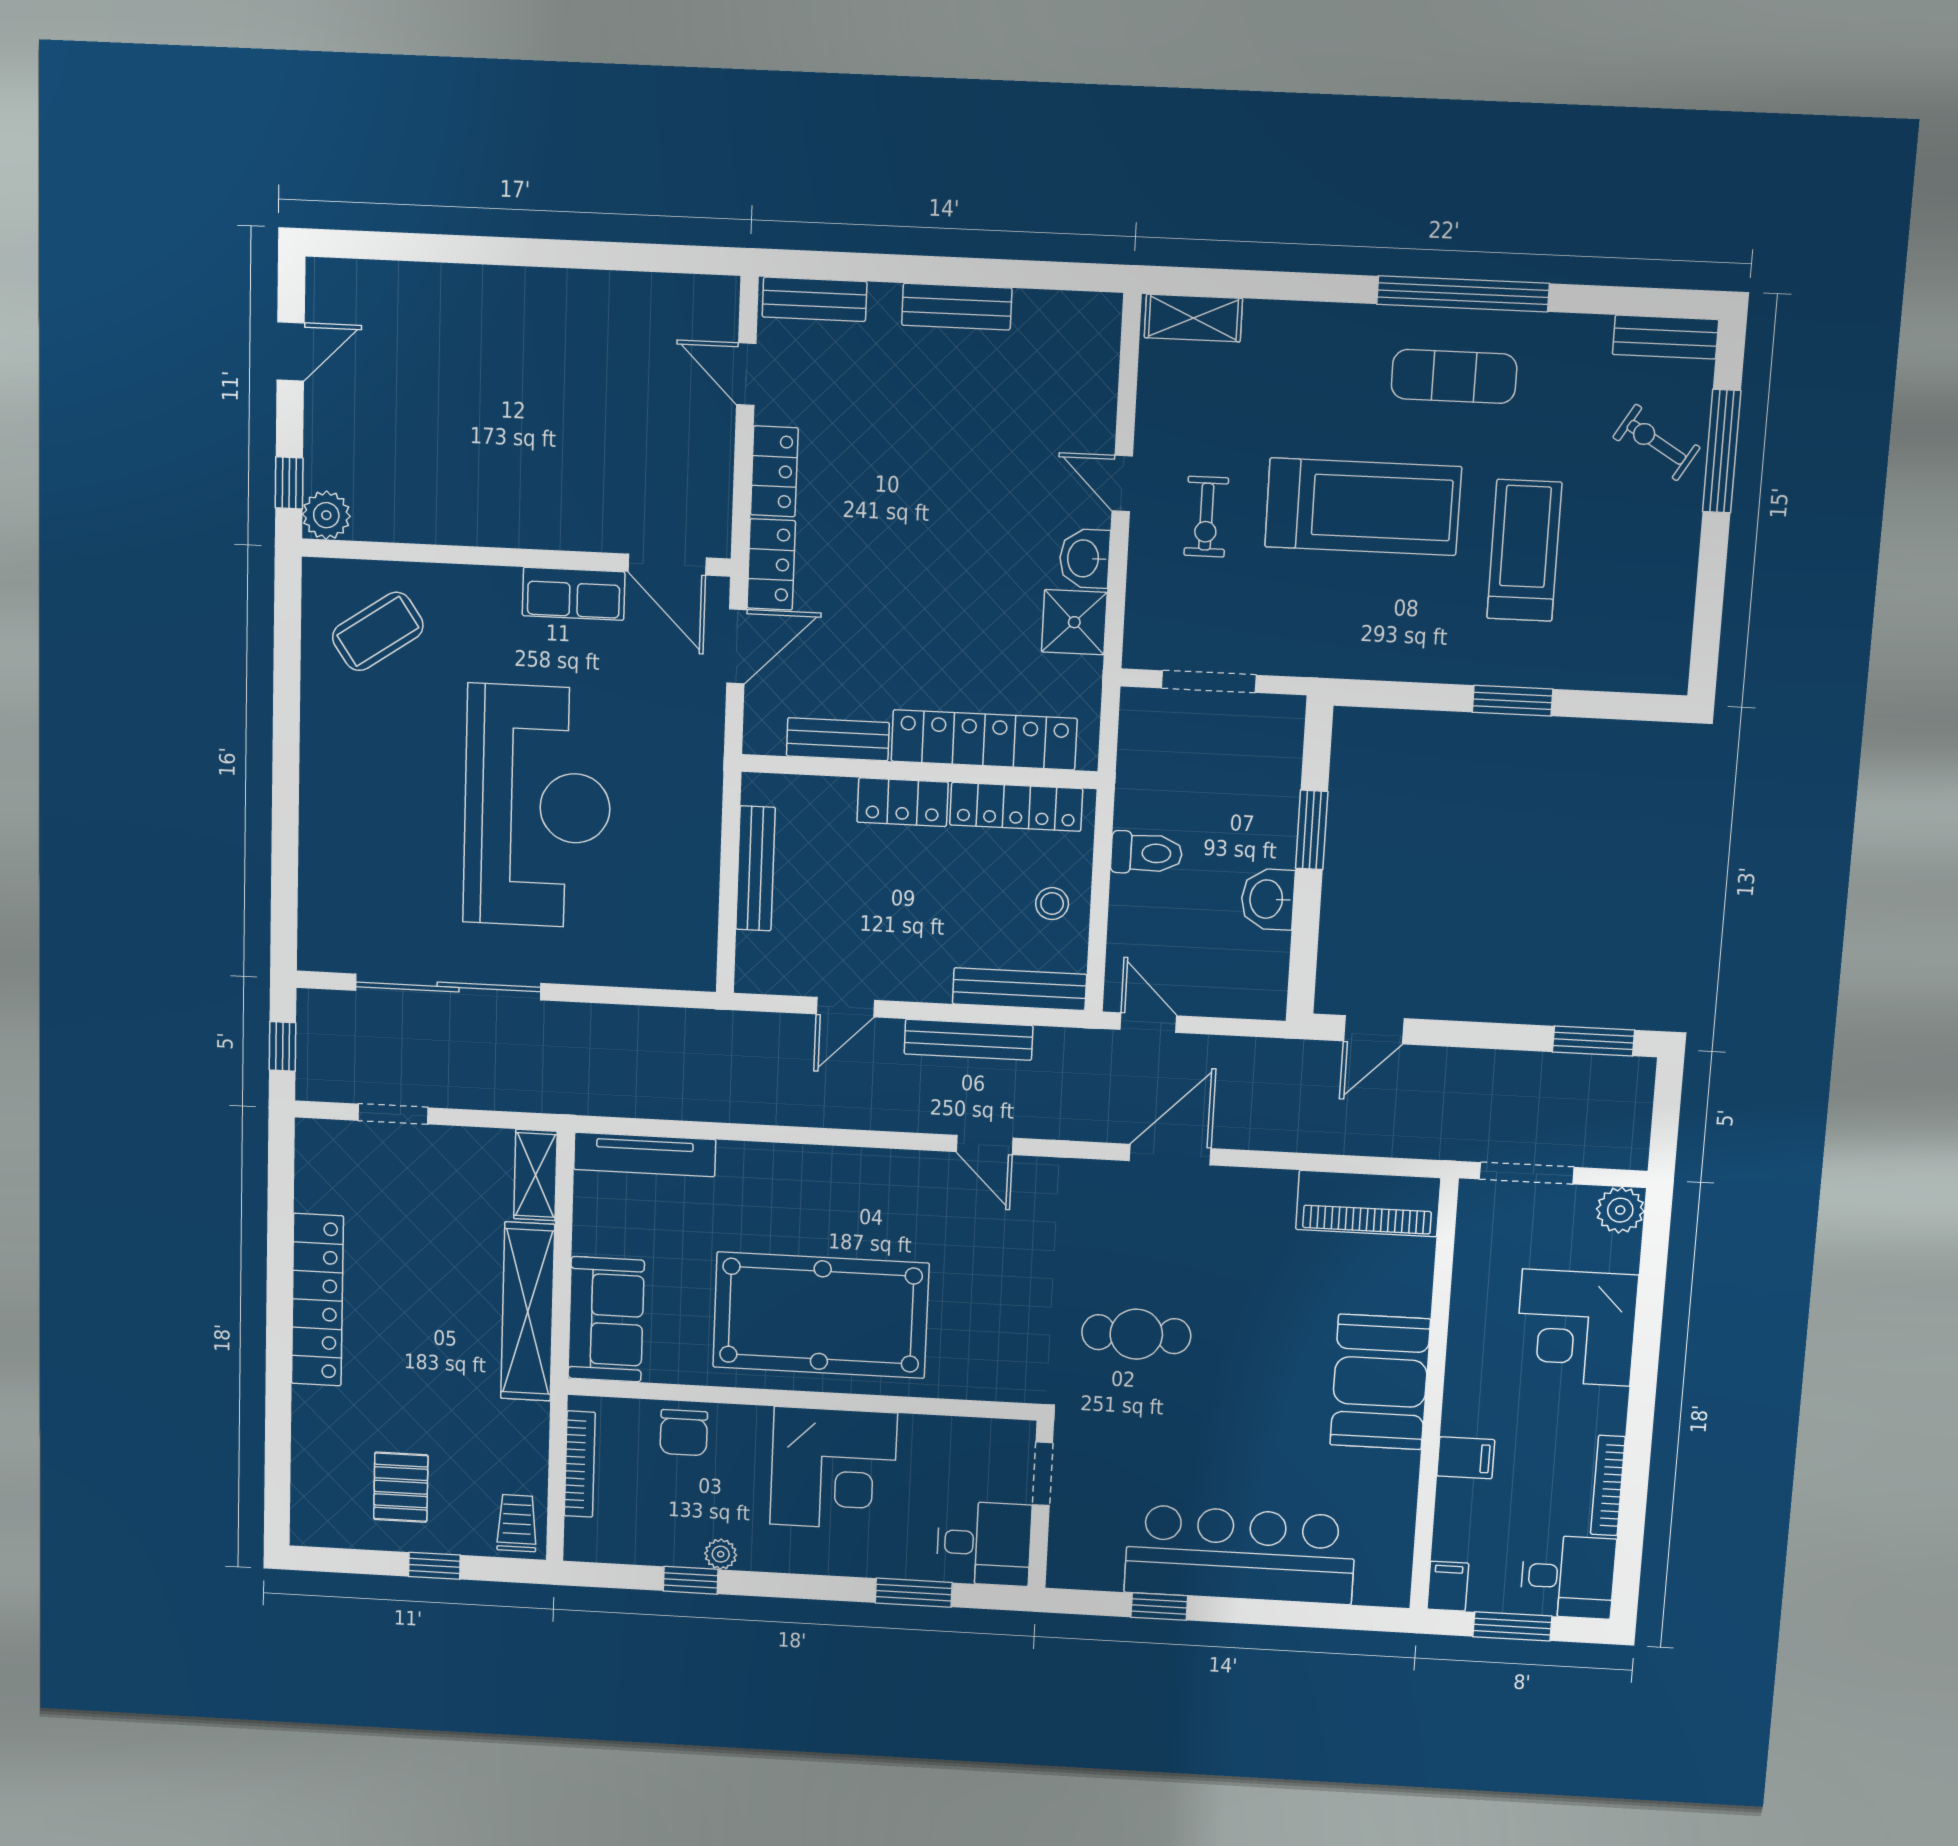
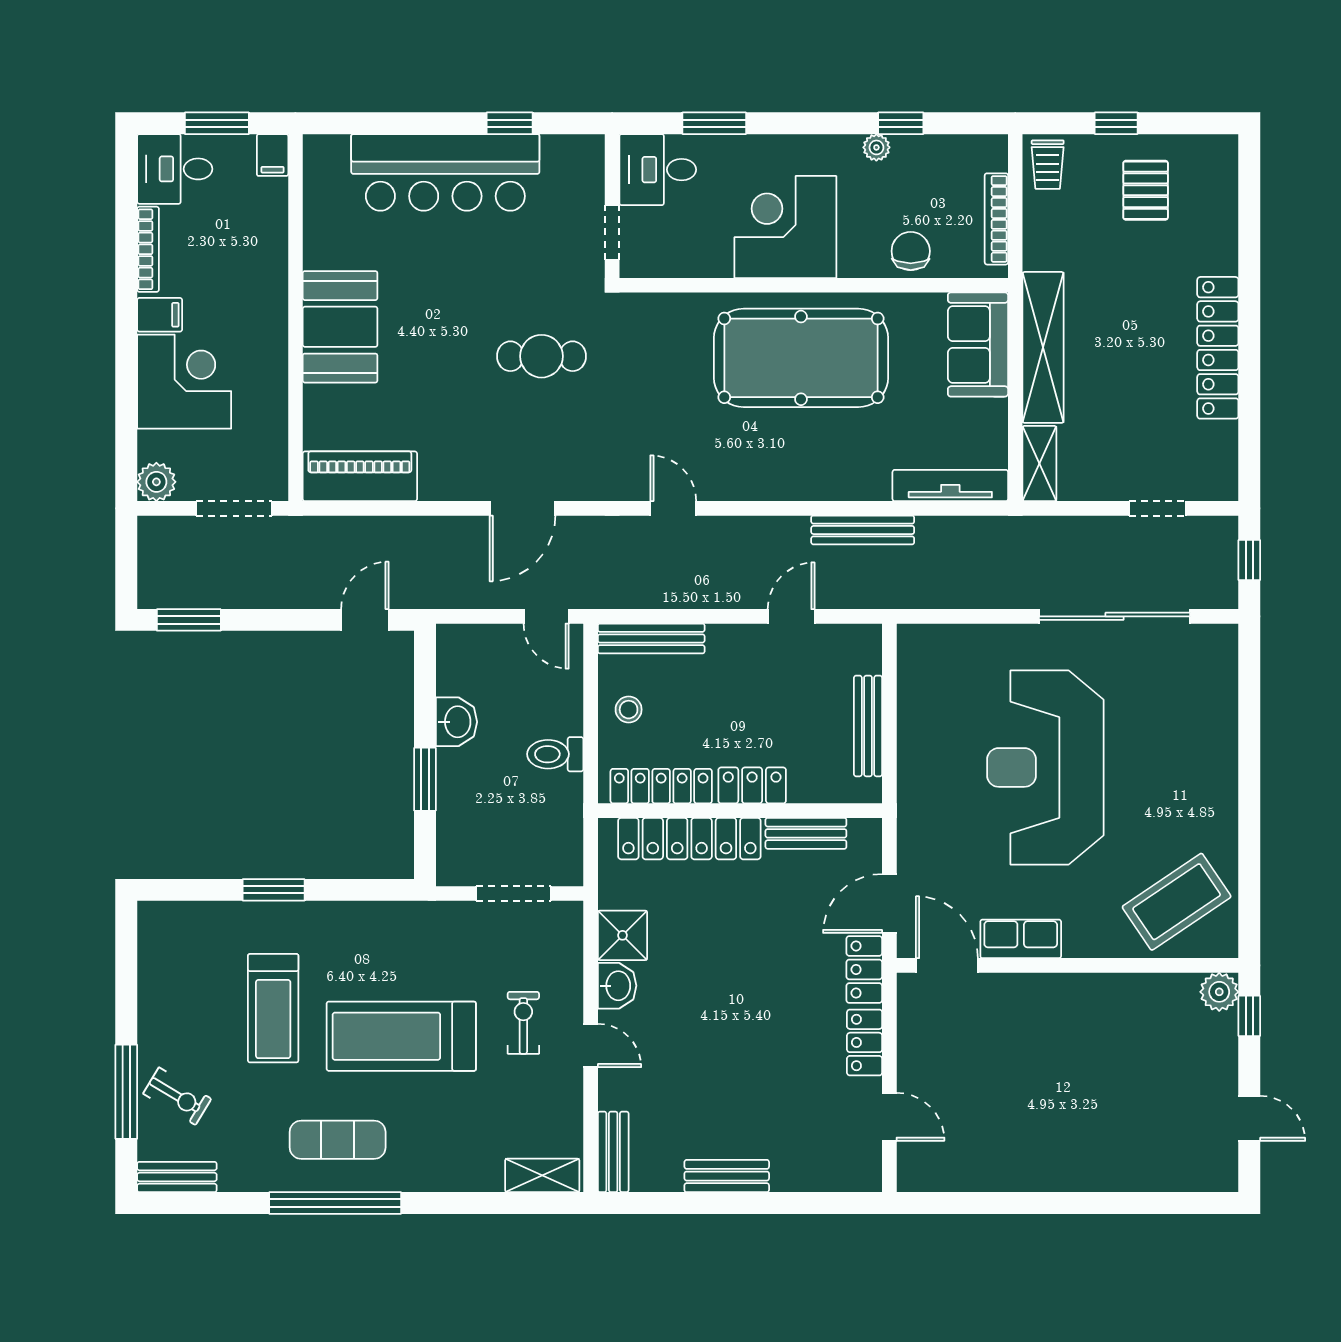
bench: (815, 299) -> (613, 1152), moved, turned 90
door: (291, 351) -> (1249, 1118), swing flipped
coffee table: (378, 631) -> (1177, 902), width x1.36, depth x1.32
bench: (969, 1040) -> (863, 530), moved
filing cabinet: (1466, 1458) -> (160, 315), moved, turned 180

